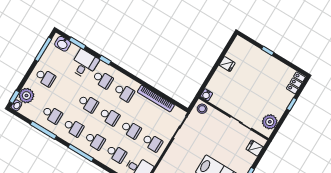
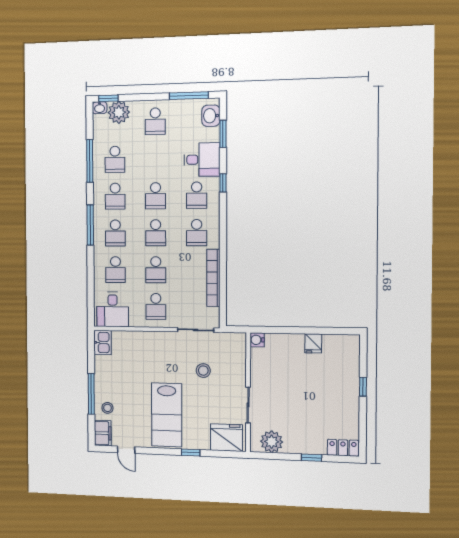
stool: (202, 109) -> (203, 371), moved
fridge: (255, 148) -> (227, 438), width x1.88, depth x1.34

